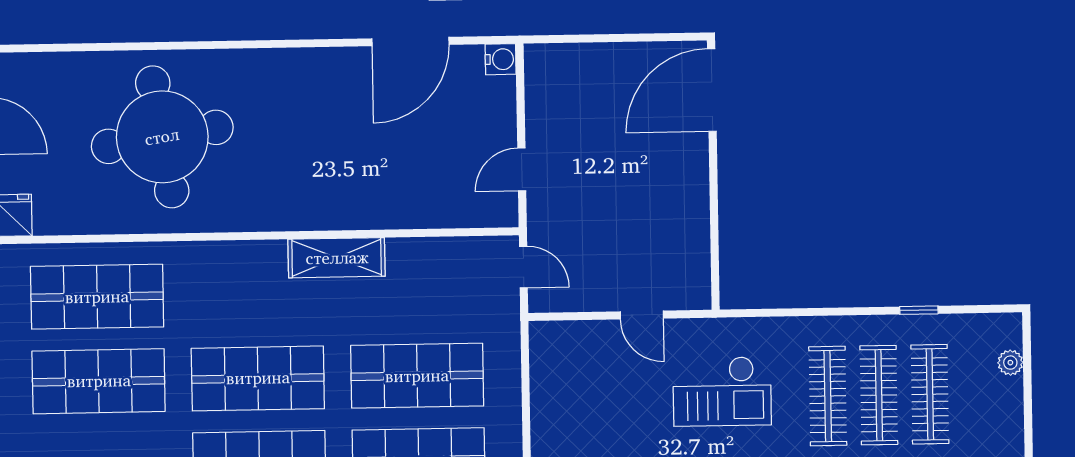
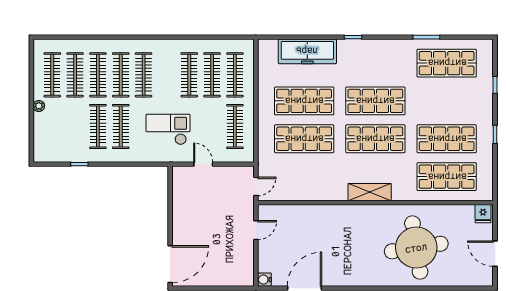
shelving: (337, 258) -> (370, 192), moved
door: (523, 267) -> (256, 186), swing flipped
plant: (1010, 363) -> (39, 106), moved
clothes rail: (930, 394) -> (235, 126), moved

